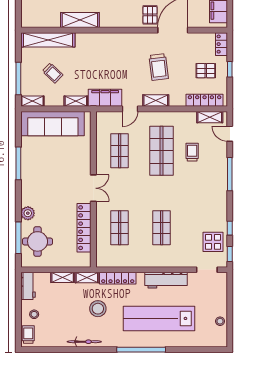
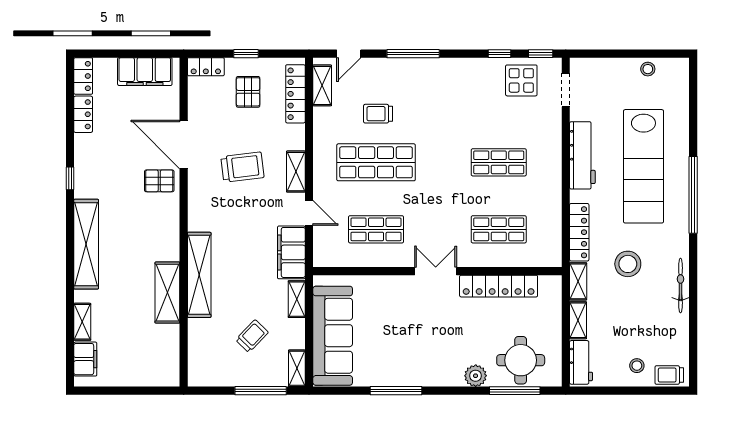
shelving: (48, 40) -> (199, 275), moved
workbench: (28, 286) -> (581, 362), moved, turned 90

